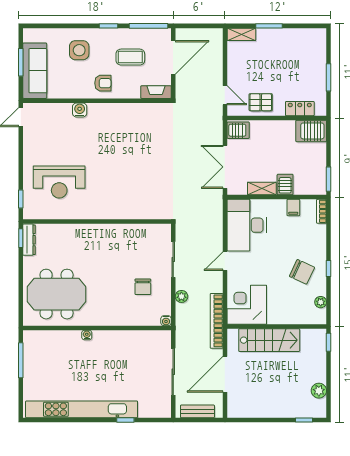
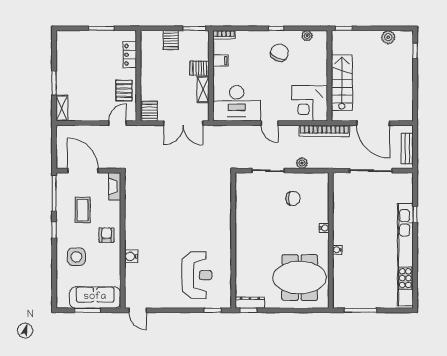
server rack: (311, 131) -> (171, 40), moved, width x0.73, depth x0.70
meeting table: (57, 294) -> (300, 278), turned 90
water cooler: (166, 321) -> (324, 228), moved

